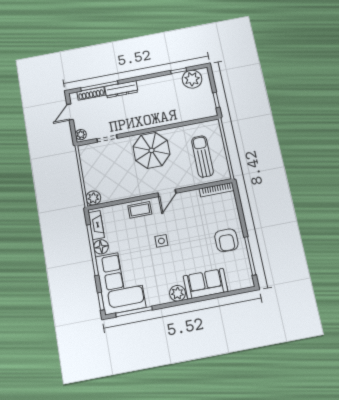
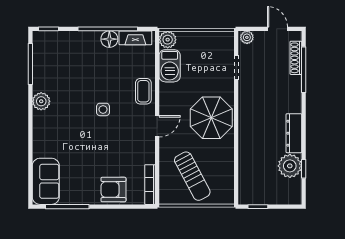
plant: (192, 79) -> (290, 166), moved
dresser: (121, 89) -> (294, 133), moved
sun lounger: (202, 156) -> (192, 176), turned 62
barbecue: (115, 192) -> (170, 66), added
door: (167, 193) -> (157, 126), swing flipped
armchair: (226, 240) -> (113, 190), moved
corner sofa: (121, 282) -> (66, 55), removed
sofa: (206, 284) -> (46, 181), moved
plant: (177, 293) -> (41, 101), moved

